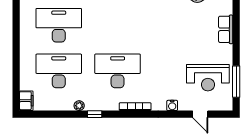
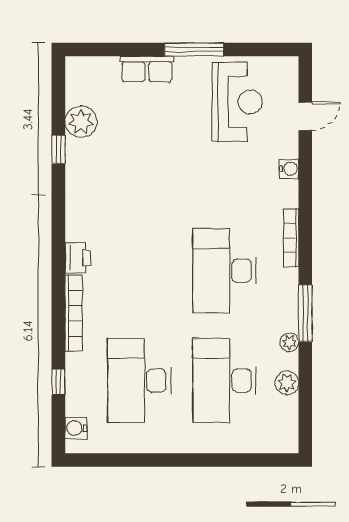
window: (236, 82) -> (194, 49), moved
filing cabinet: (26, 101) -> (280, 441), removed
plant: (57, 104) -> (287, 383), added
window: (95, 114) -> (305, 313), width x2.17

